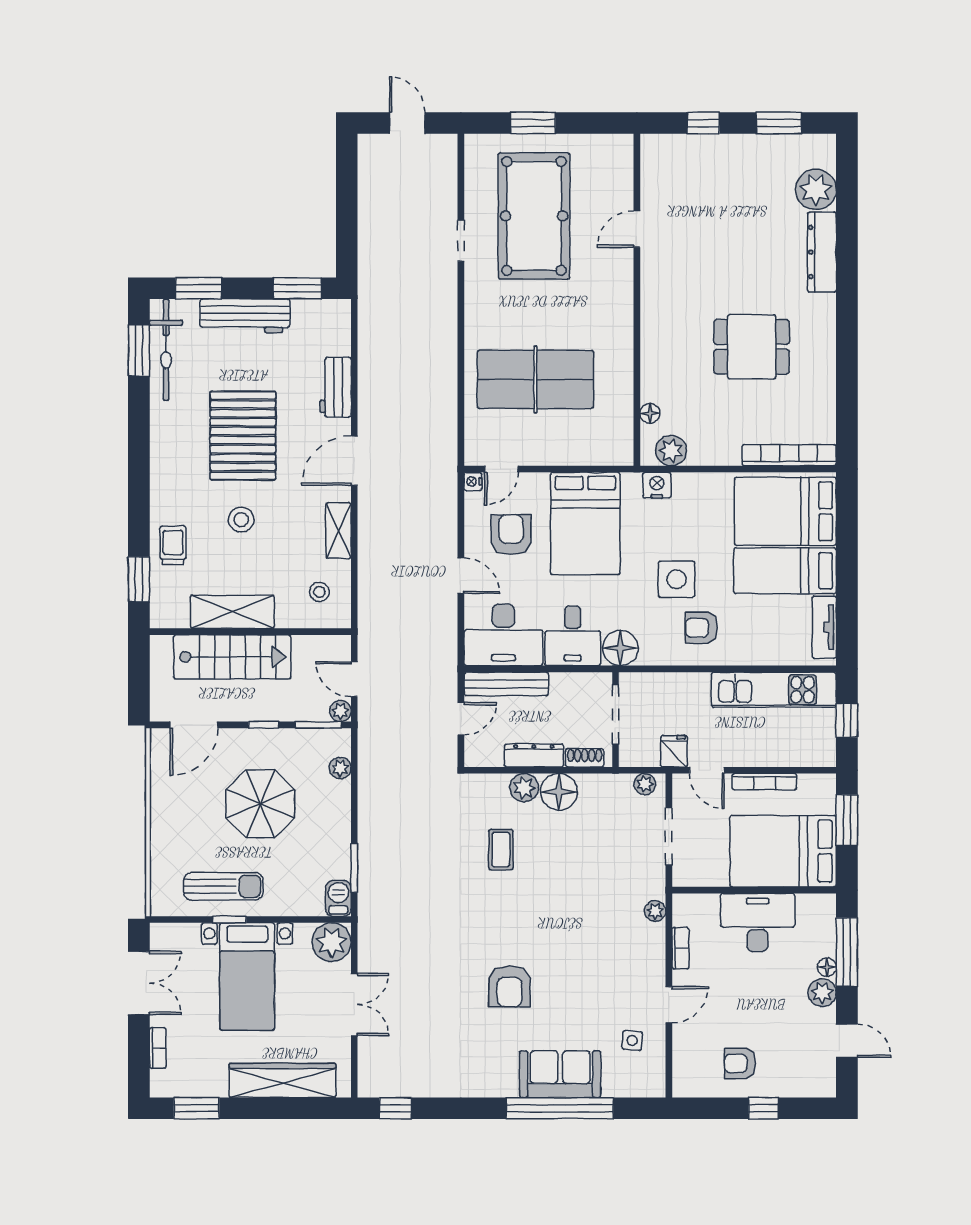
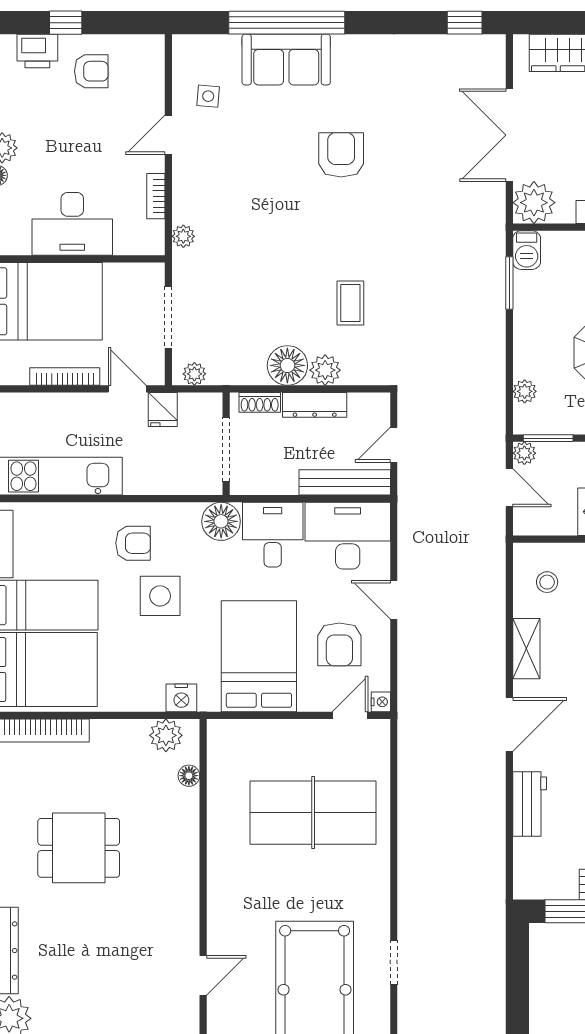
double door: (354, 1004) -> (509, 135), width x1.37
printer: (790, 1082) -> (37, 51), added

